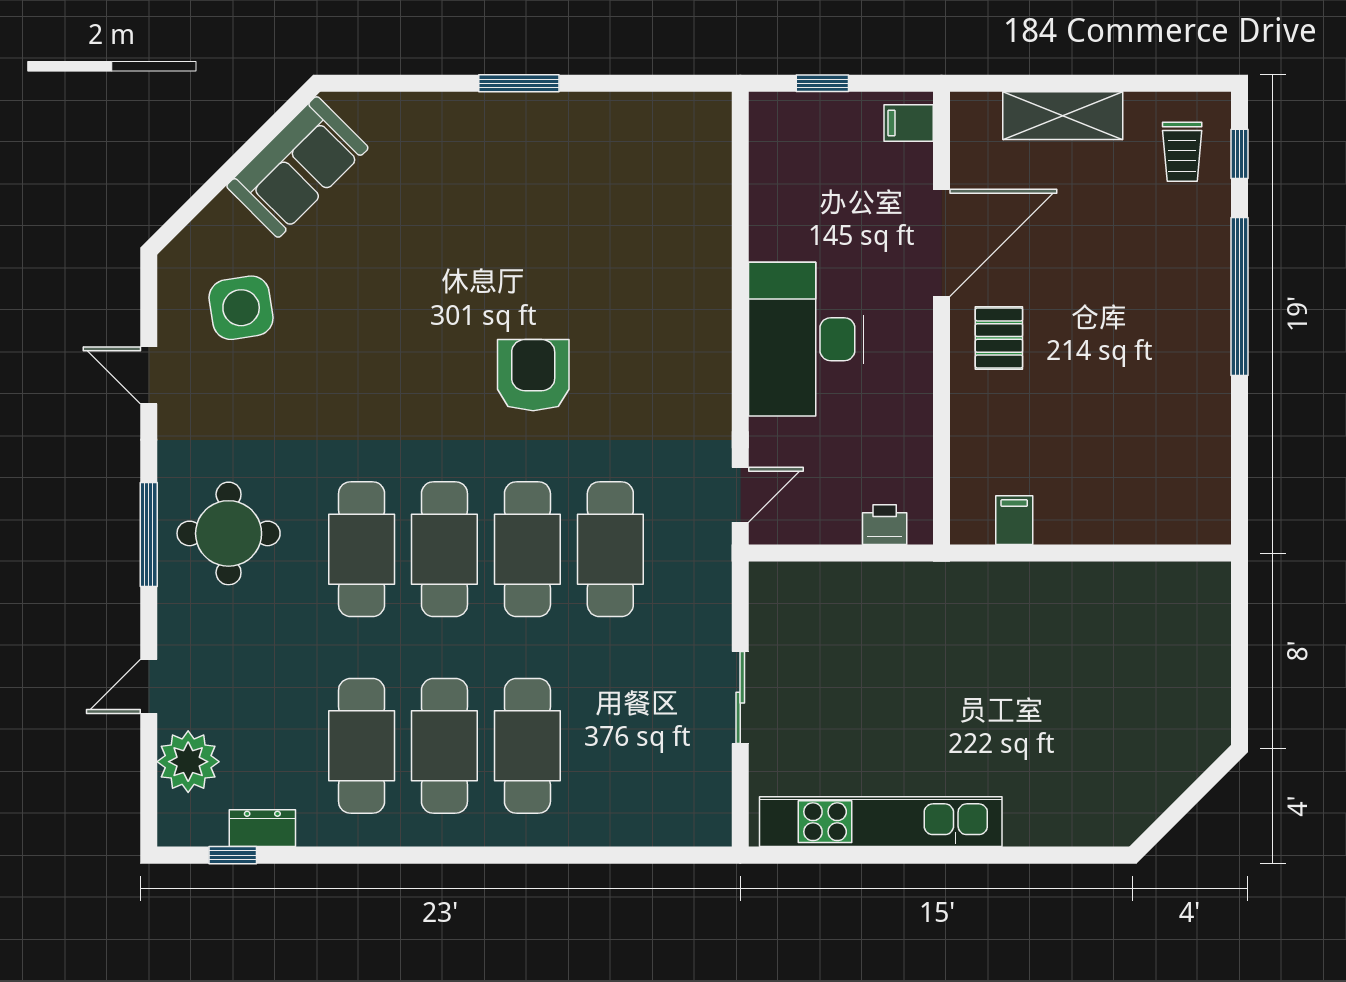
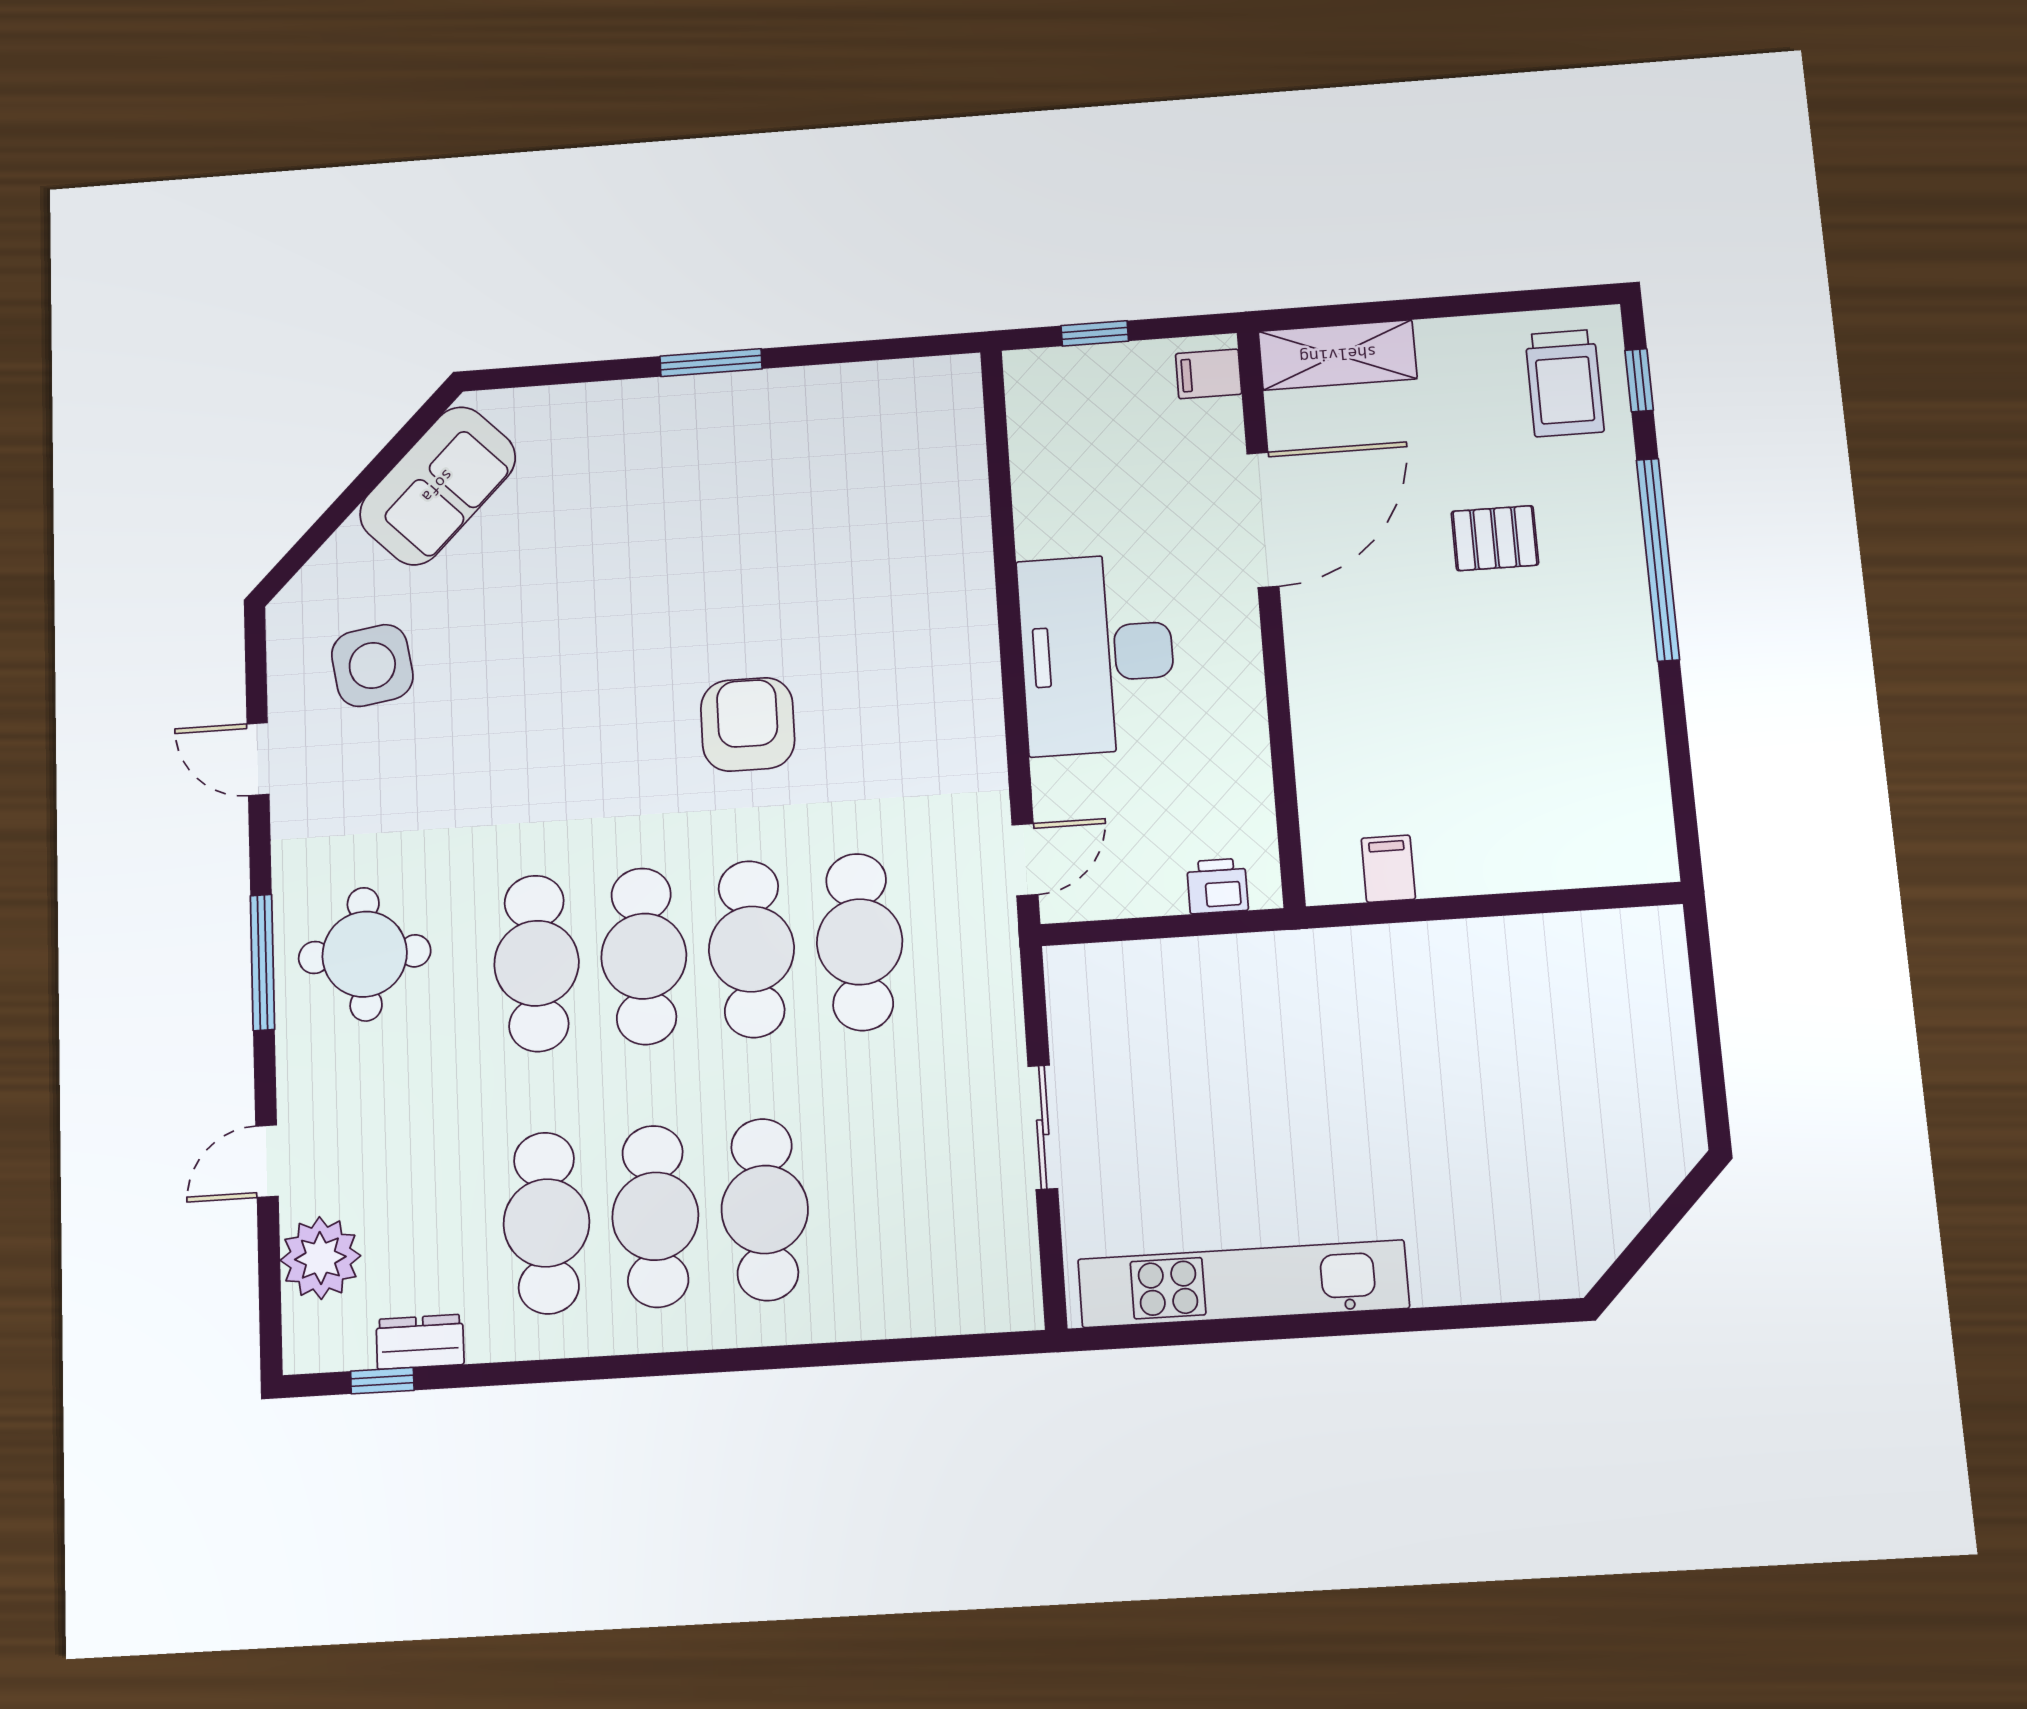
shelving: (1063, 116) -> (1338, 355), moved
trolley: (1182, 152) -> (1564, 383), width x1.36, depth x1.39
pallet: (999, 338) -> (1495, 538), moved, turned 90

